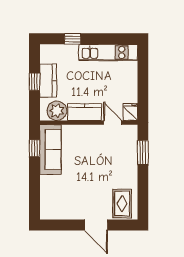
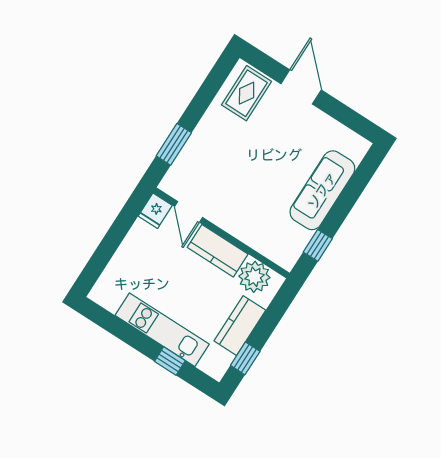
kitchen unit: (108, 52) -> (162, 330), moved
window: (34, 82) -> (245, 358), moved
sofa: (50, 149) -> (322, 190), moved

